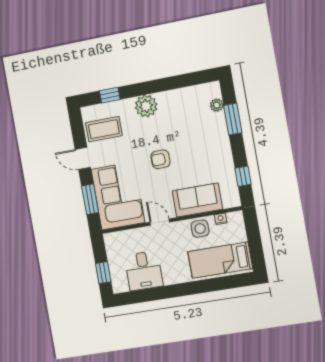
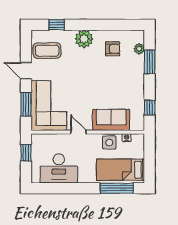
armchair: (160, 159) -> (113, 49), moved, turned 180
desk: (144, 271) -> (59, 168), width x1.37
window: (103, 273) -> (26, 153), moved
window: (219, 284) -> (117, 188), added

